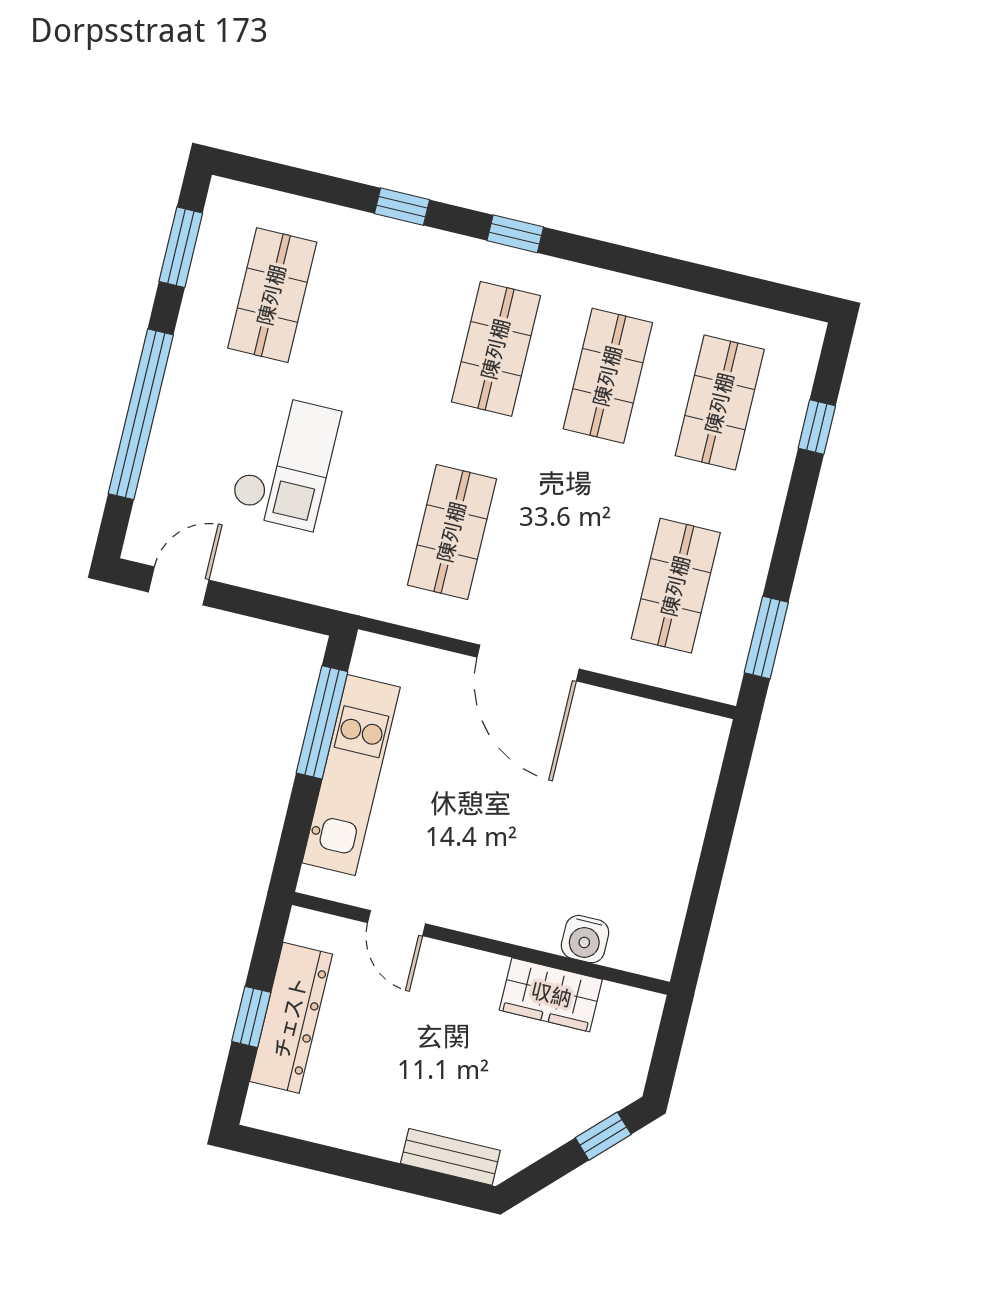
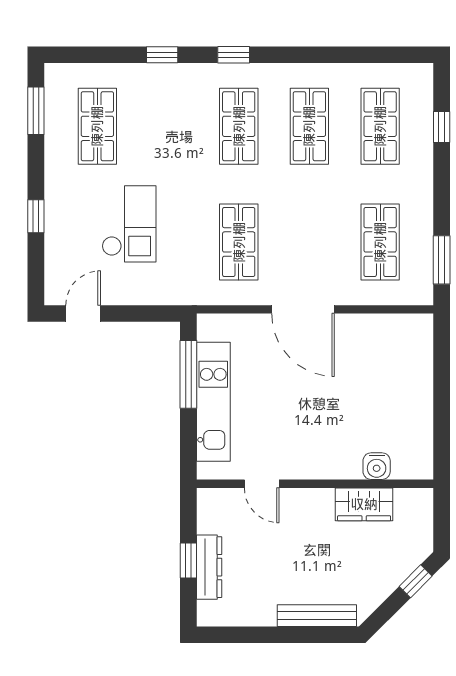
window: (141, 414) -> (36, 216), width x0.32
dresser: (291, 1018) -> (209, 567), width x0.73, depth x0.80
bench: (450, 1157) -> (317, 616), width x1.36

